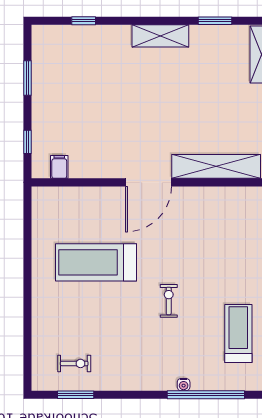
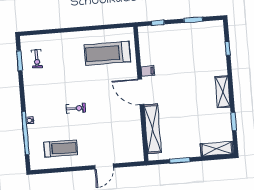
filing cabinet: (59, 167) -> (148, 71), moved
treadmill: (96, 262) -> (107, 53), moved, turned -90

